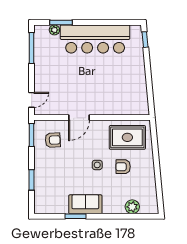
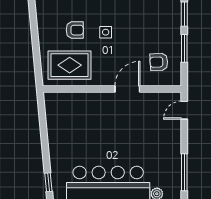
window: (32, 135) -> (184, 48), moved

